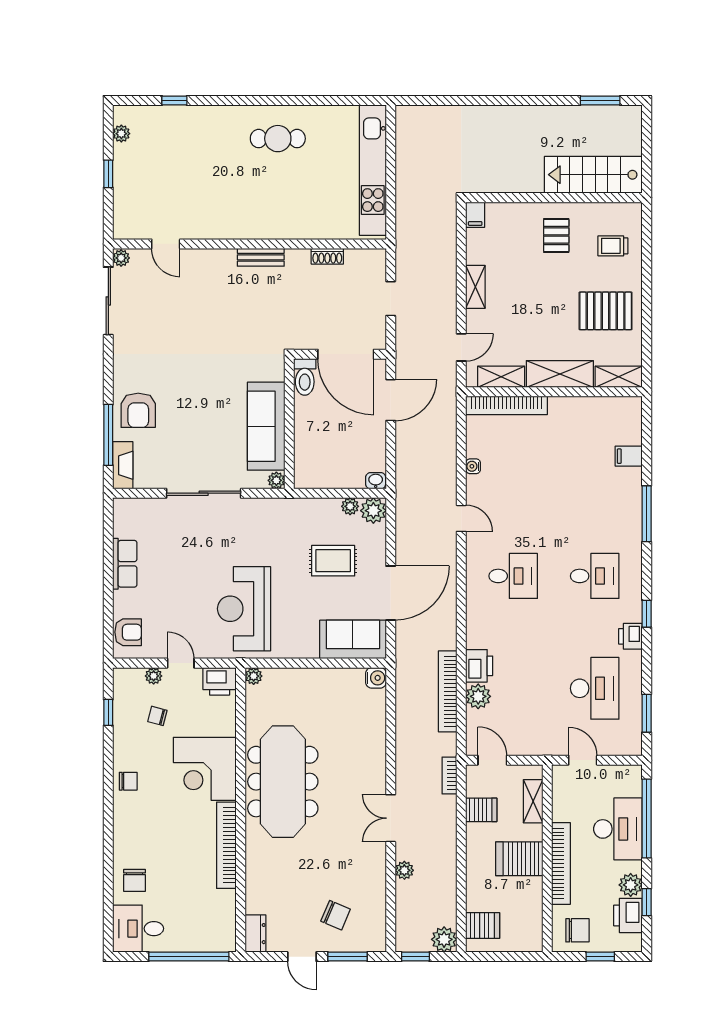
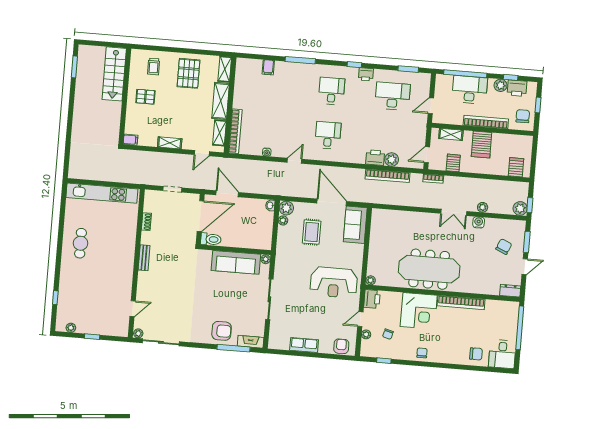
door: (461, 347) -> (202, 153), swing flipped
water cooler: (376, 678) -> (479, 222), moved
plant: (444, 939) -> (520, 208), moved

